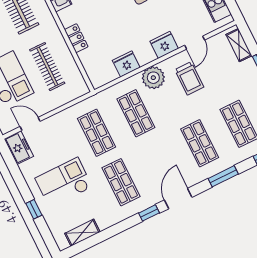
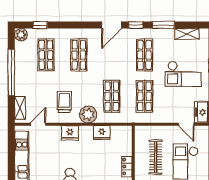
door: (195, 43) -> (38, 124), moved
window: (223, 176) -> (163, 25), moved

